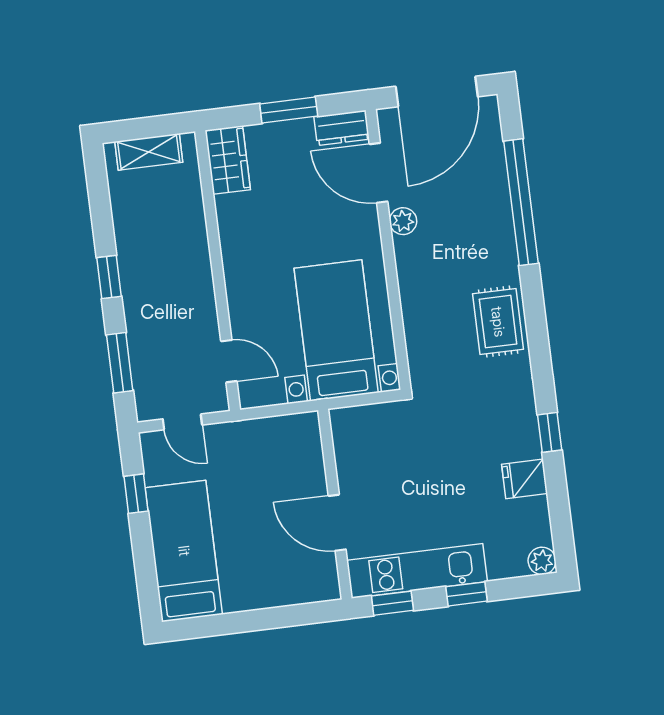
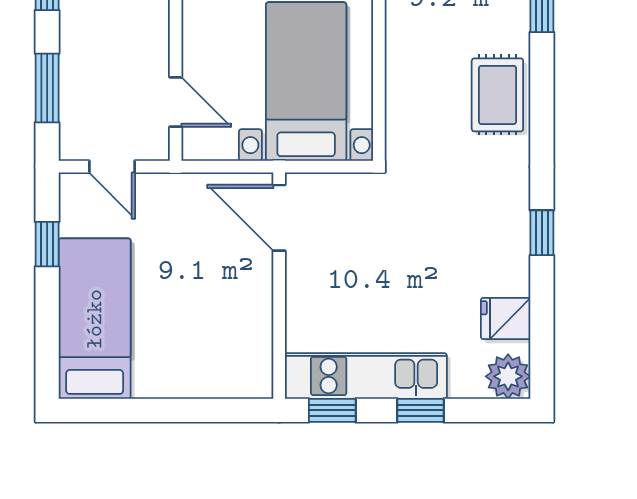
fridge: (525, 479) -> (506, 318), moved
door: (337, 523) -> (279, 218), moved
plant: (542, 561) -> (508, 376), width x1.38, depth x1.38

